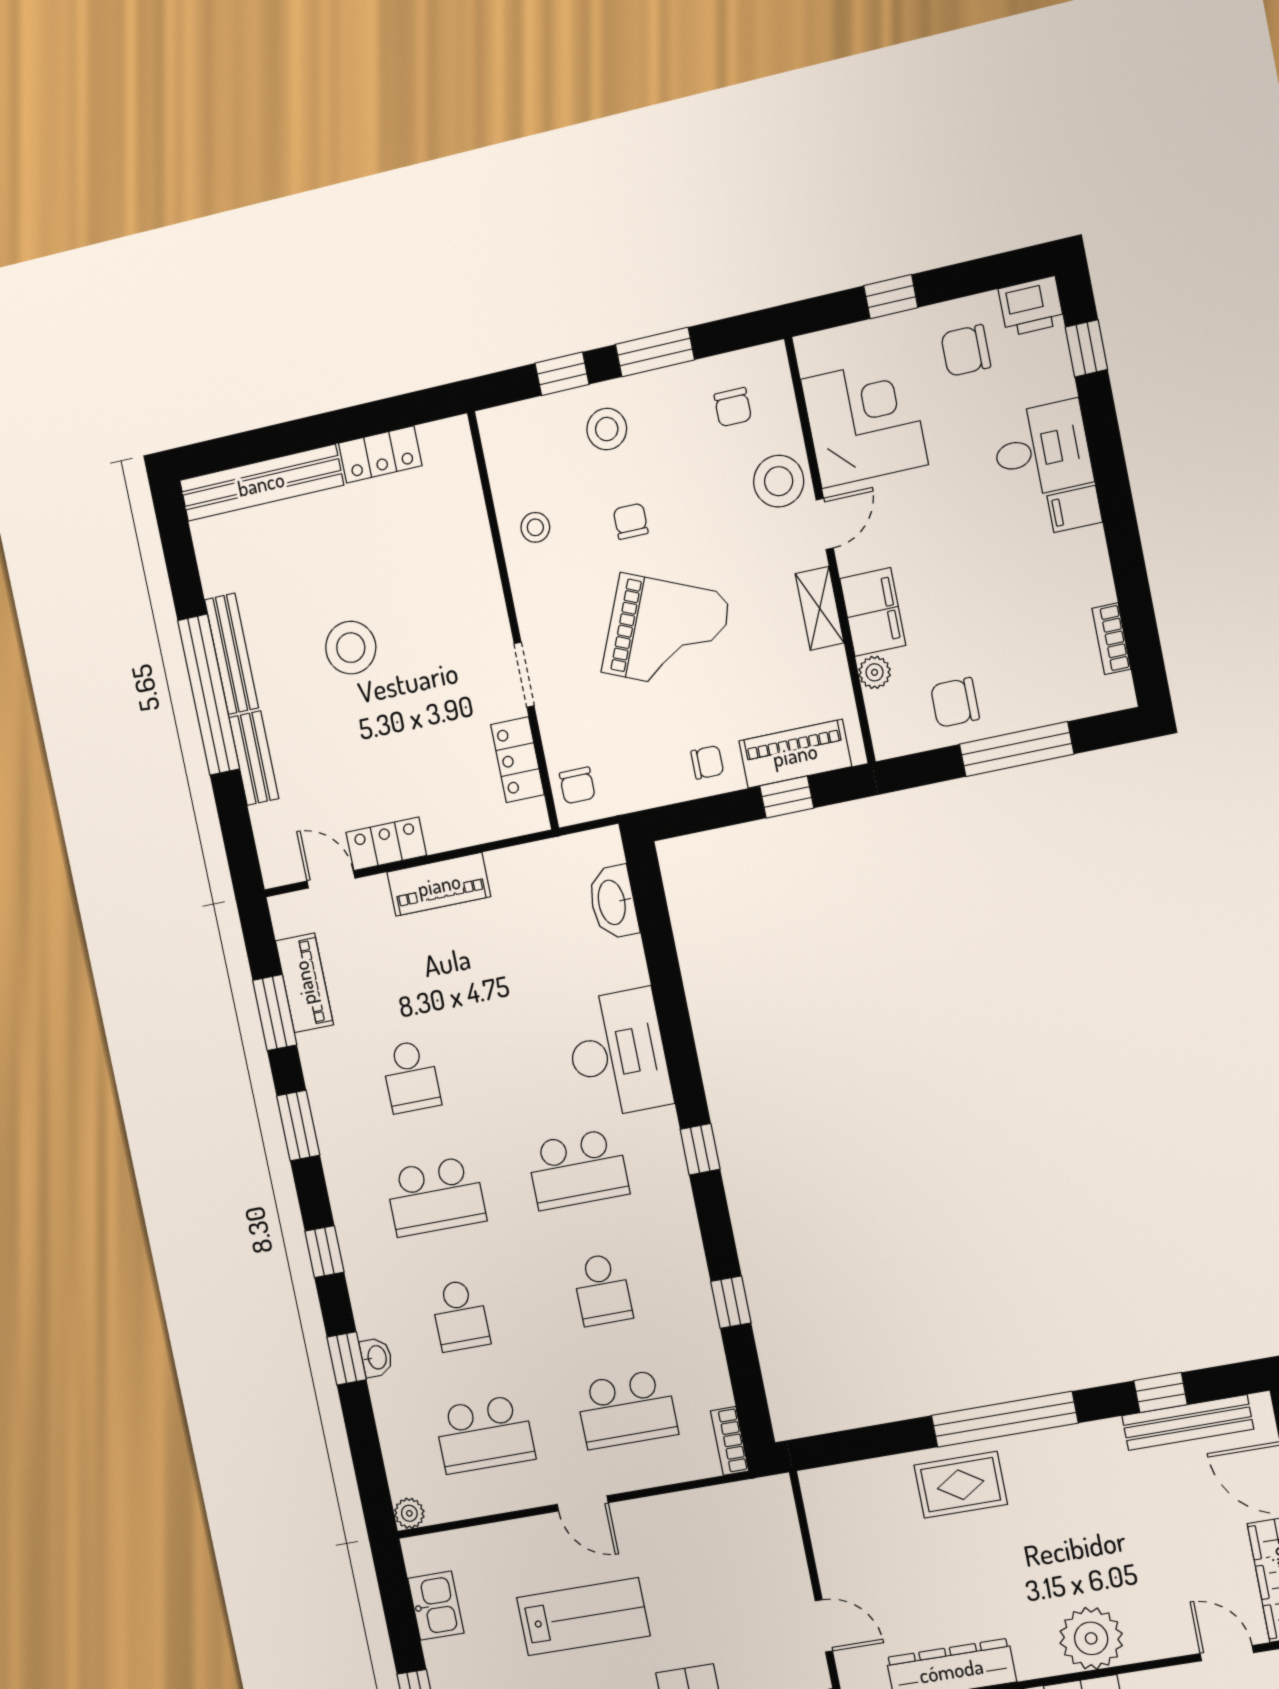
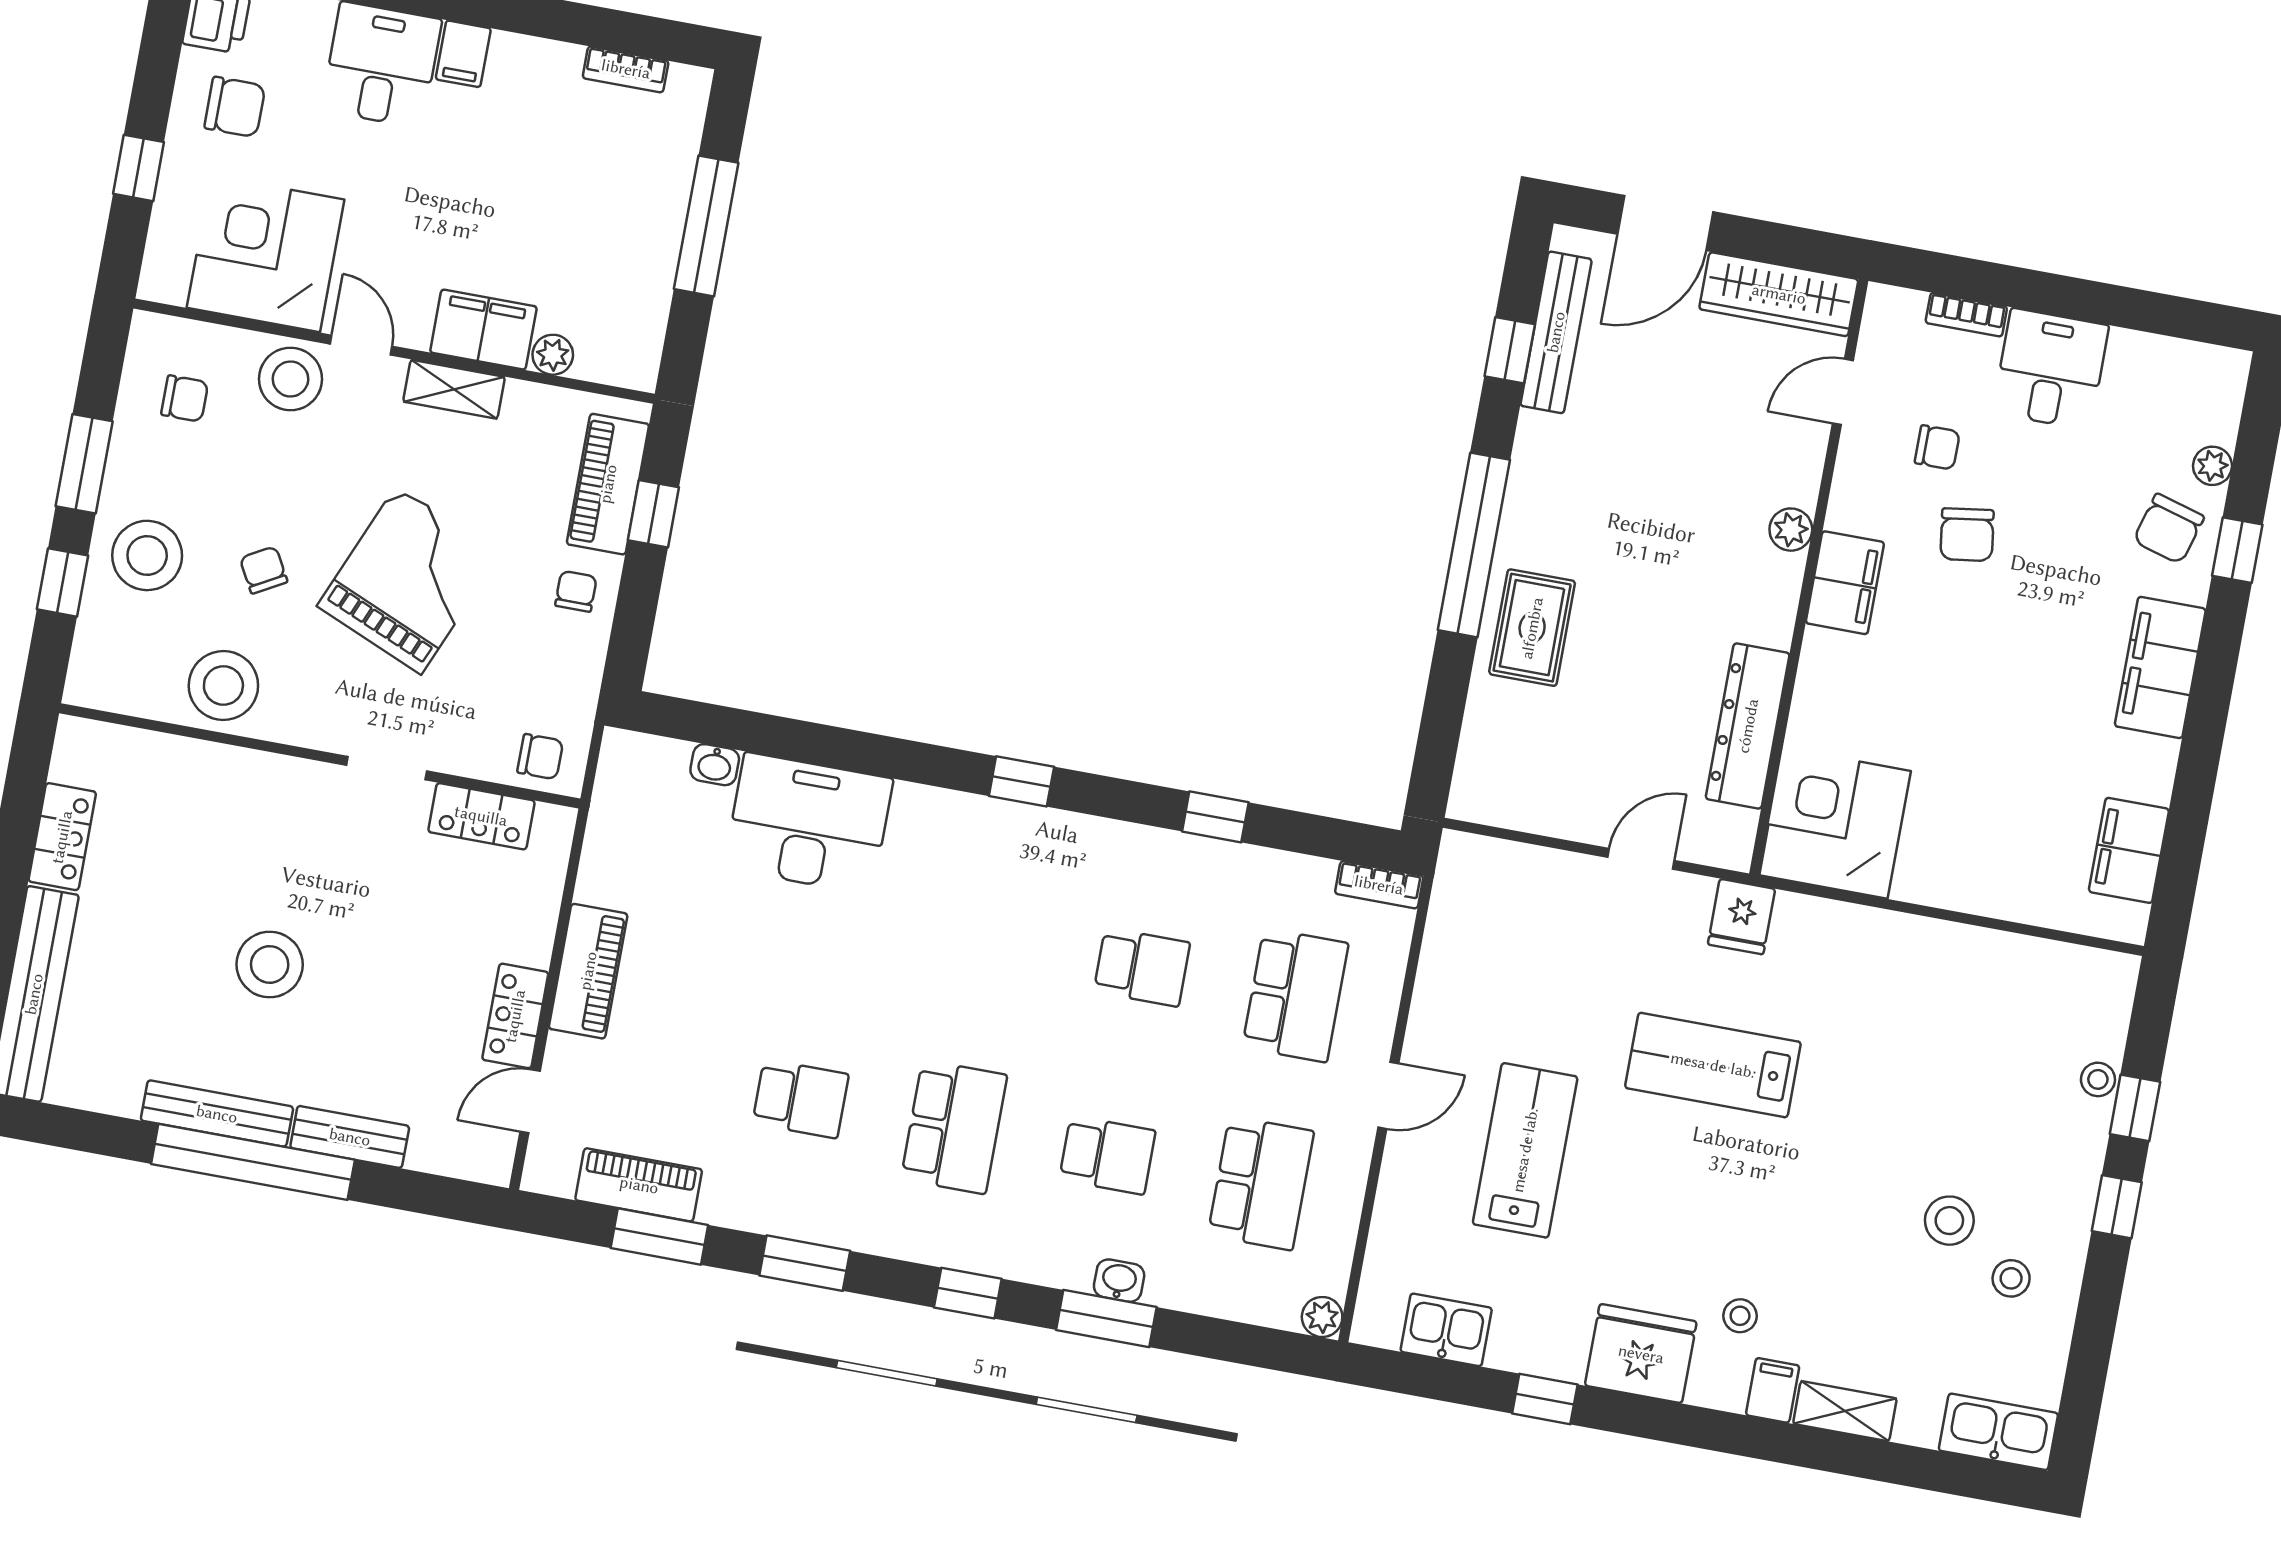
chair: (966, 351) -> (235, 107), turned -90
stool: (607, 429) -> (147, 555), width x1.38, depth x1.38
chair: (631, 521) -> (264, 570), turned 61
stool: (535, 527) -> (223, 686), width x1.89, depth x1.89
chair: (955, 702) -> (625, 276), removed
washbasin: (613, 902) -> (715, 765), width x0.52, depth x0.69
desk: (618, 1053) -> (808, 823), moved
school desk: (578, 1169) -> (988, 939), removed
window: (347, 1358) -> (1106, 1319), width x1.50
plant: (1091, 1638) -> (1791, 530), width x0.53, depth x0.53

